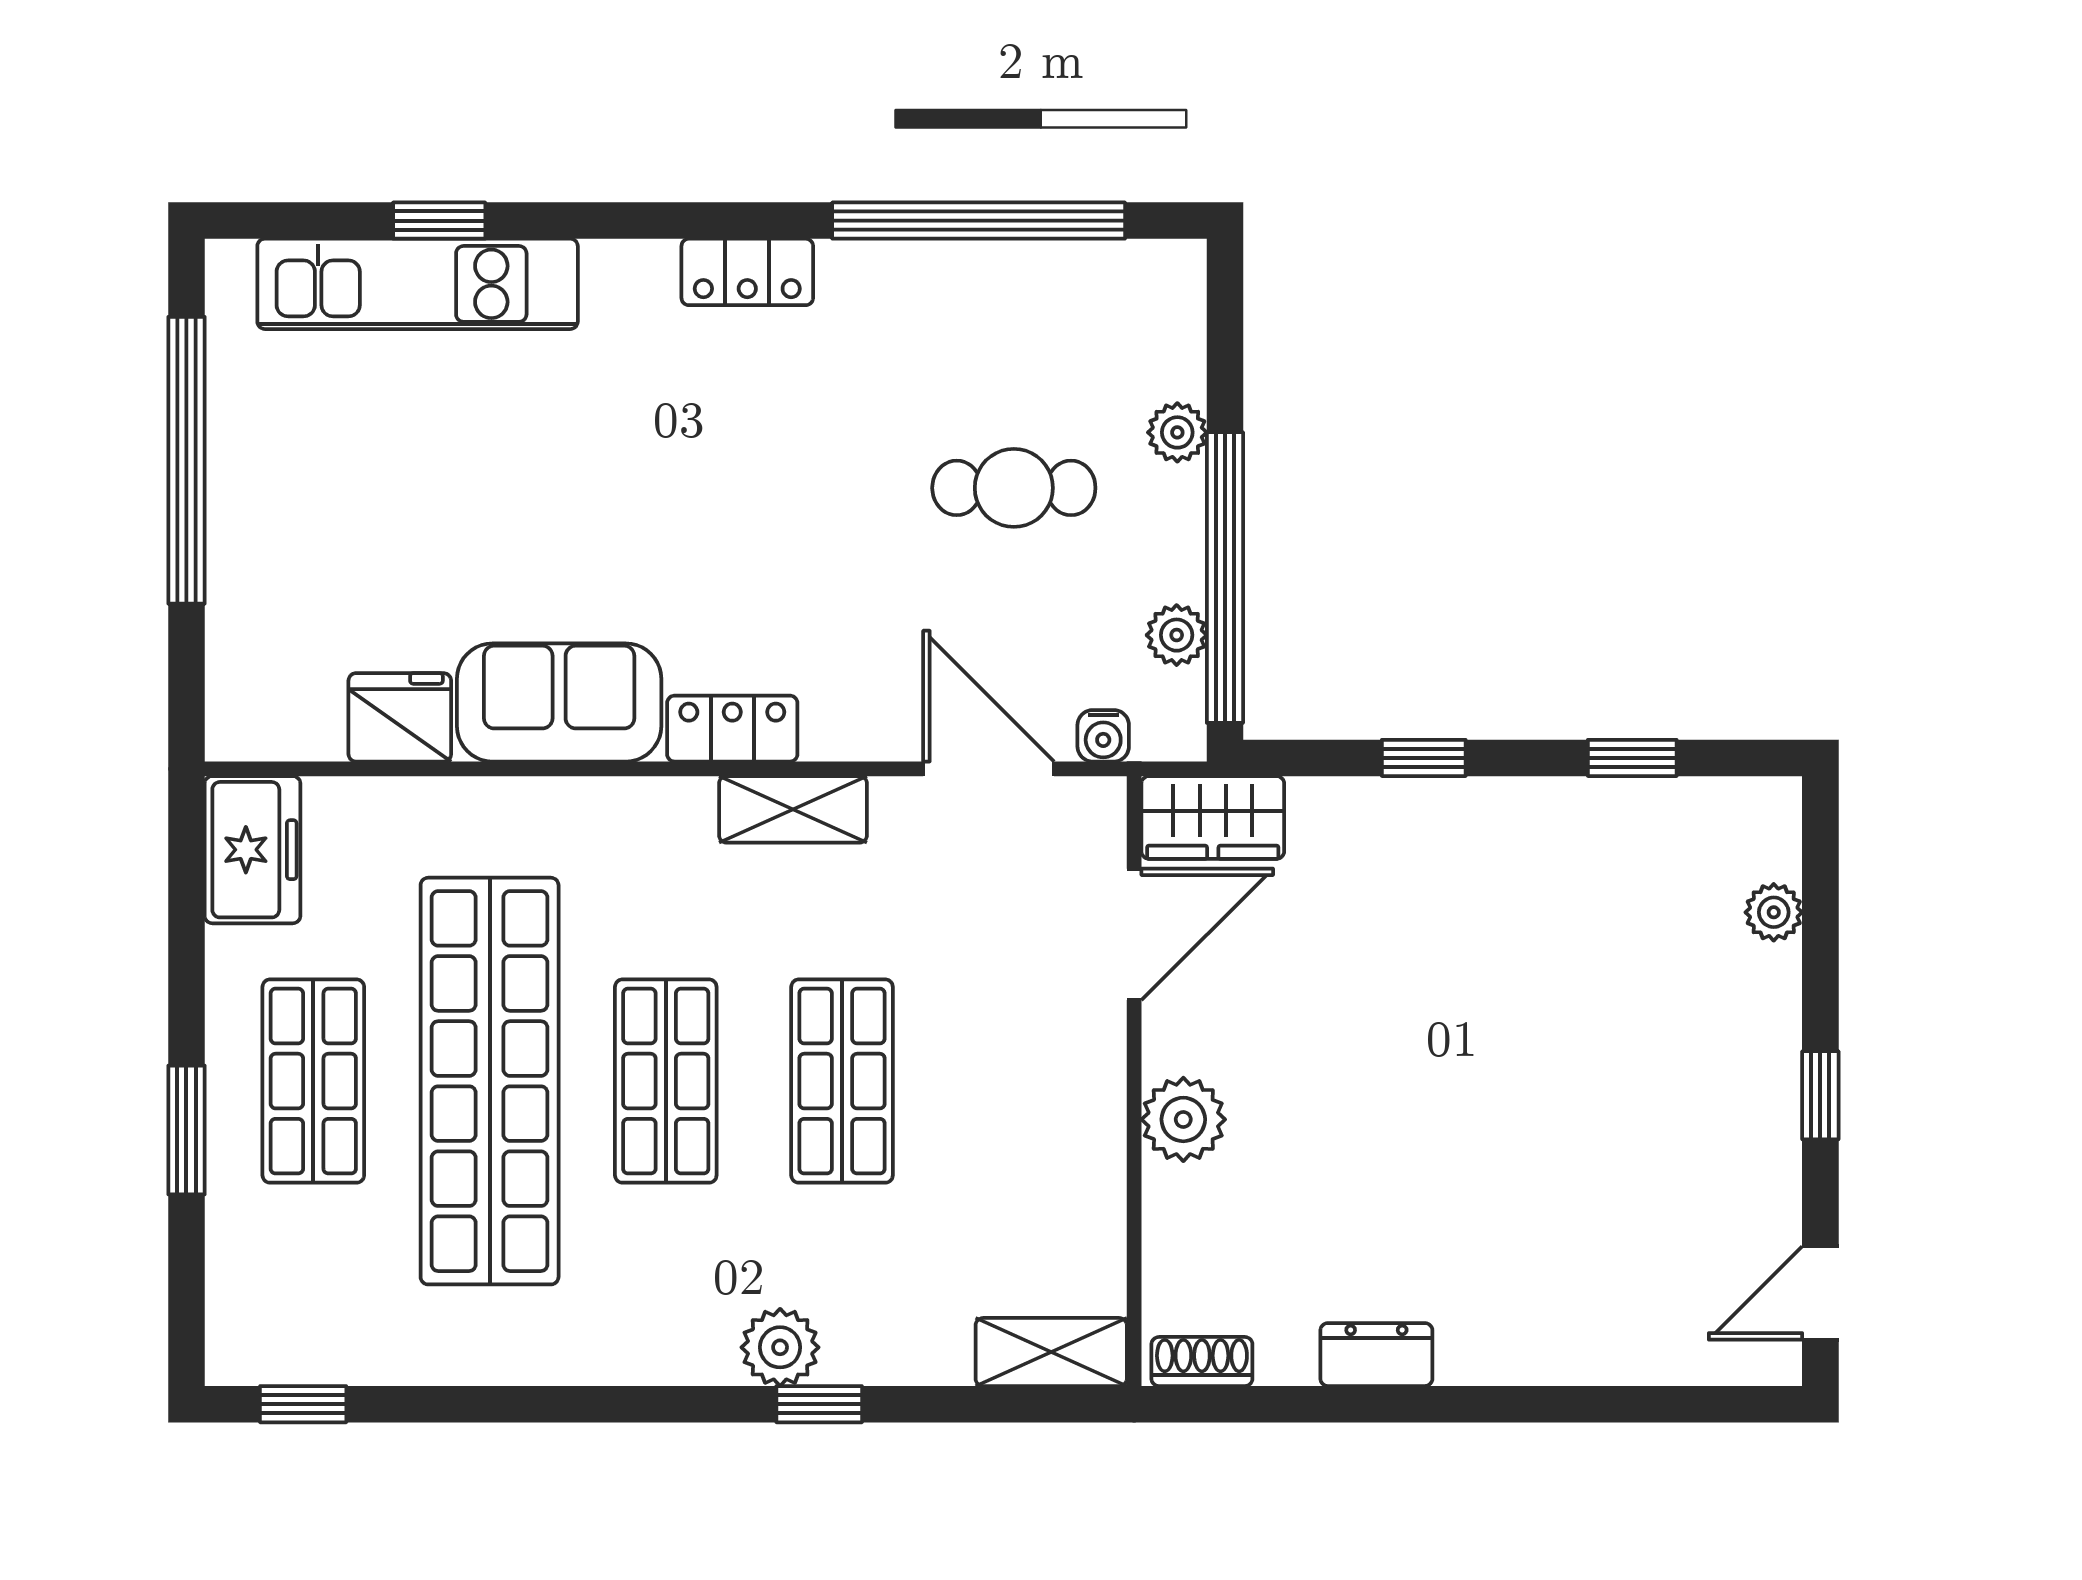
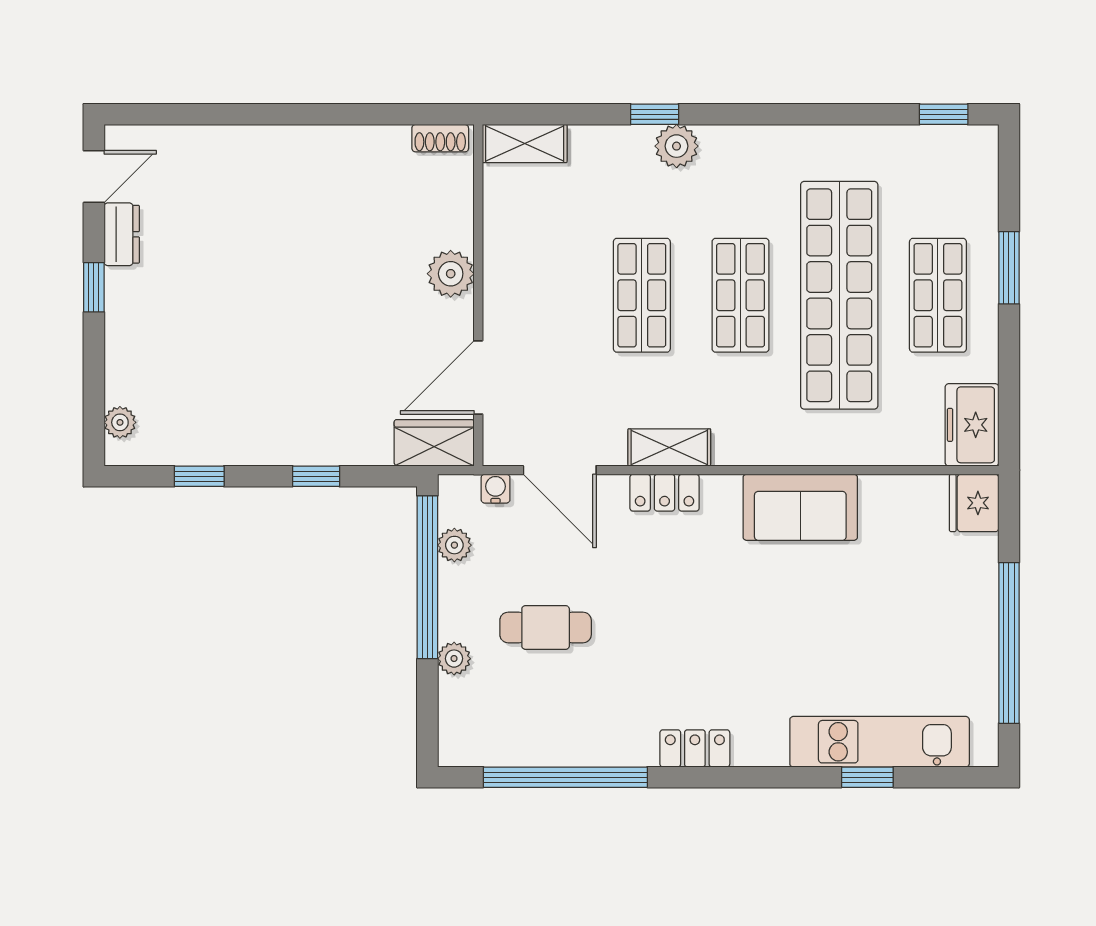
fridge: (400, 717) -> (974, 503), moved, turned 90
locker: (732, 729) -> (665, 493), moved
plant: (1774, 912) -> (120, 422), moved
dresser: (1376, 1355) -> (122, 234), moved, turned -90

